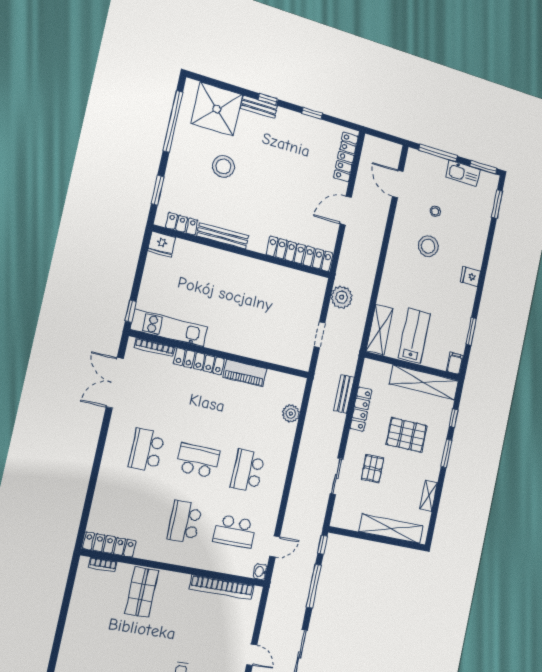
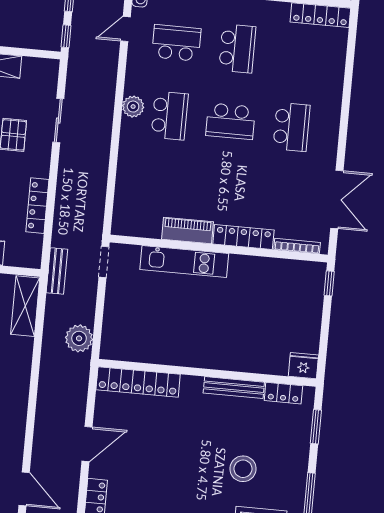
kitchen unit: (169, 328) -> (184, 262), moved
doorway: (319, 335) -> (104, 262), moved
bench: (344, 394) -> (57, 271), moved
plant: (291, 413) -> (133, 107), moved

